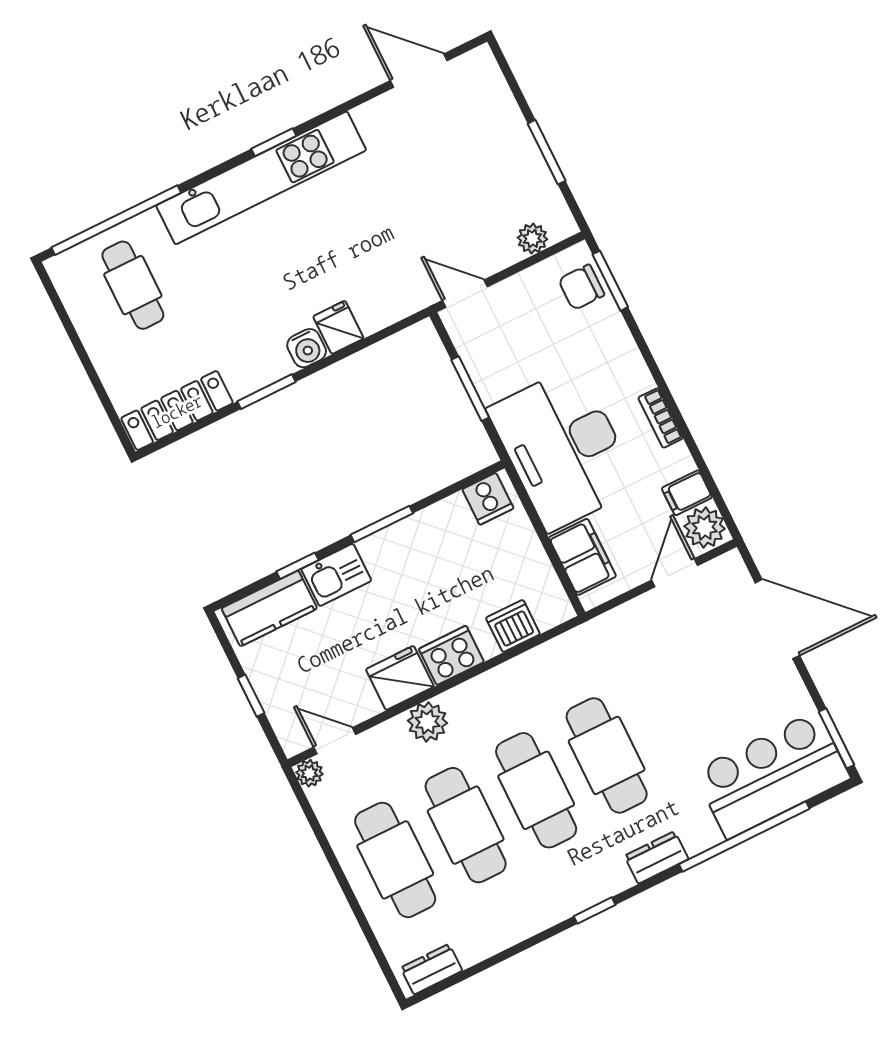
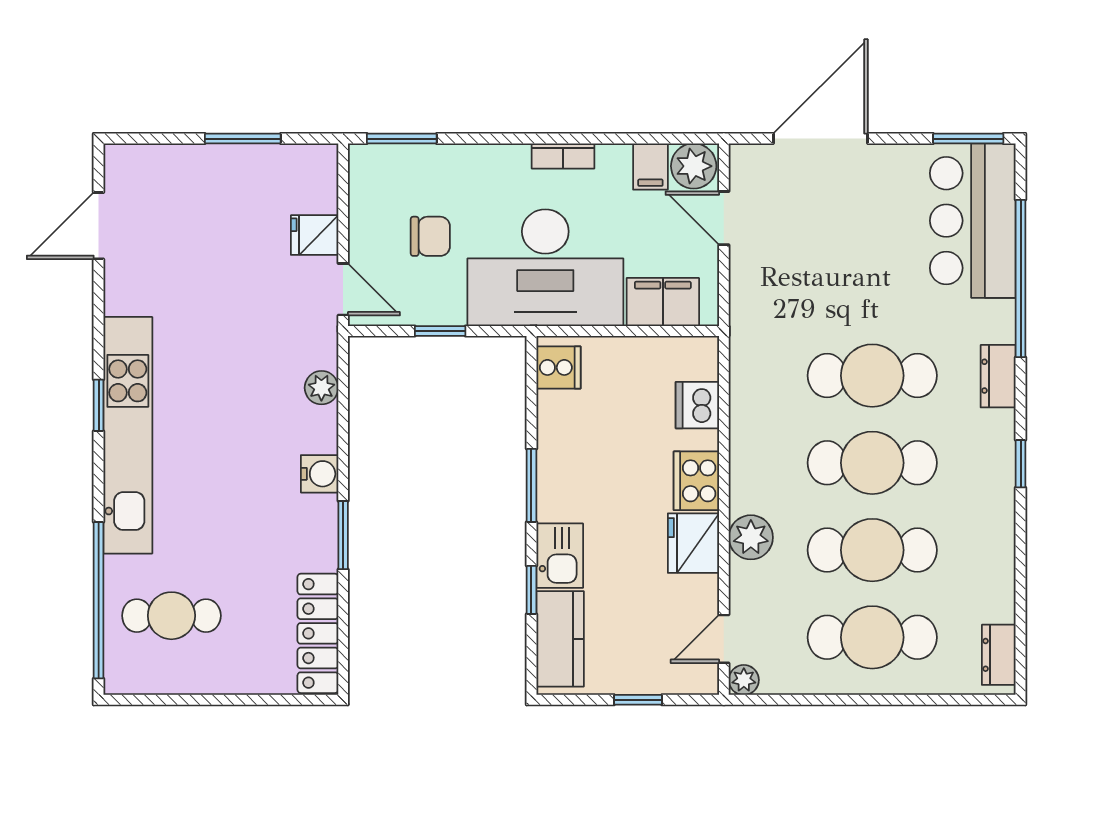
plant: (532, 238) -> (321, 388), moved
chair: (581, 287) -> (430, 236), moved, turned -90
door: (465, 294) -> (343, 289), swing flipped
fridge: (338, 327) -> (315, 235), moved
window: (470, 389) -> (440, 331), width x0.67

